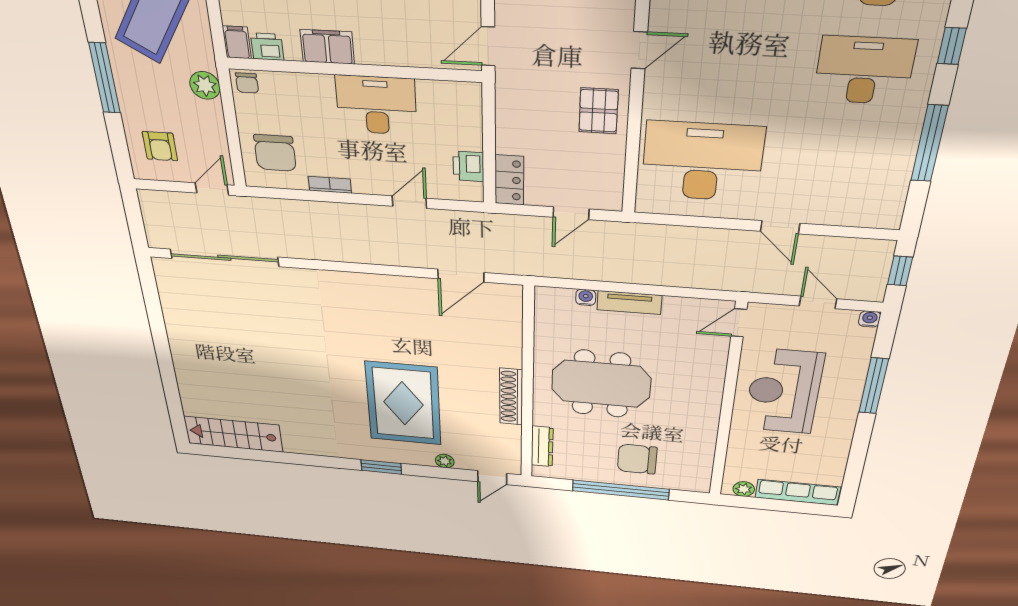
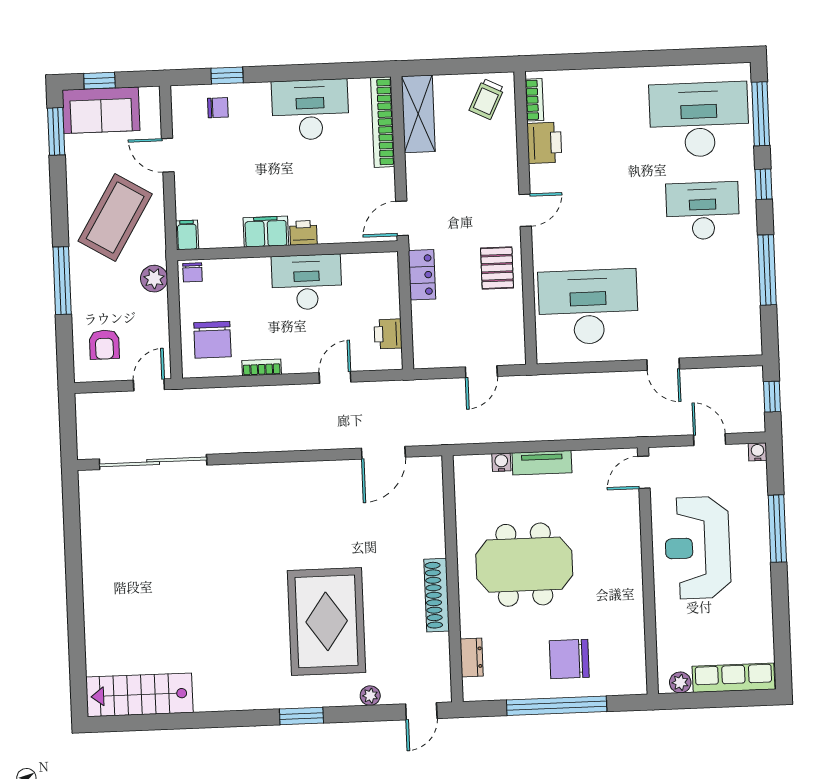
printer: (267, 47) -> (303, 233), moved
locker: (509, 180) -> (422, 275), moved
dresser: (542, 446) -> (472, 657), width x0.70

